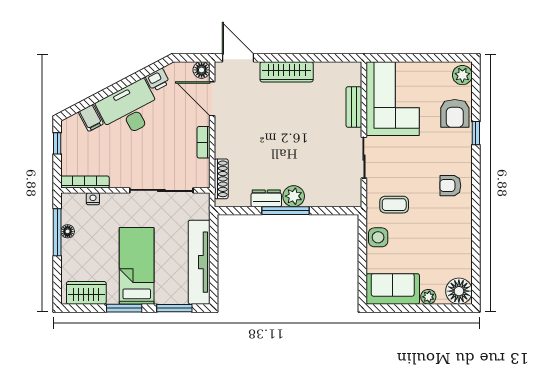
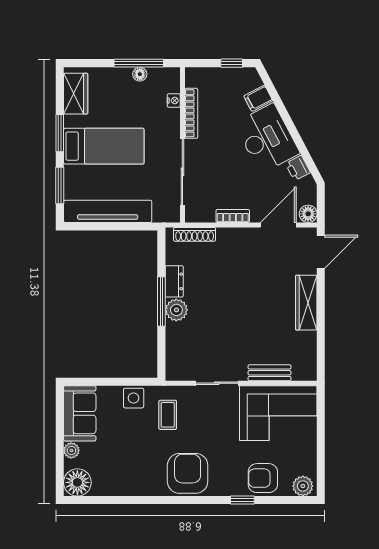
bookcase: (85, 182) -> (191, 113), moved
armchair: (450, 186) -> (188, 473), width x1.88, depth x1.88

